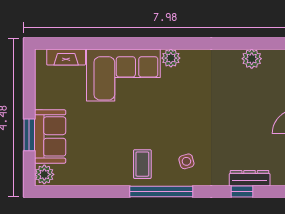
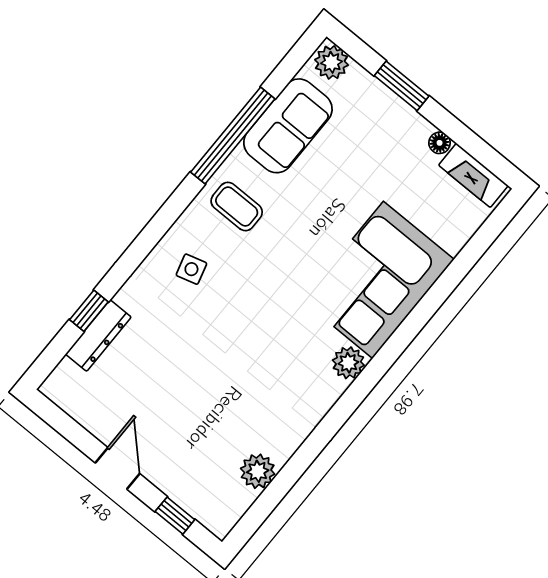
fireplace: (66, 57) -> (473, 175), moved, turned -90
floor lamp: (41, 98) -> (440, 143), added
sofa: (50, 136) -> (288, 126), moved, turned -90
window: (161, 192) -> (233, 136), moved

